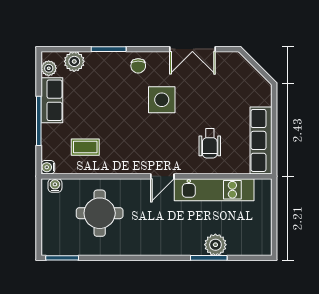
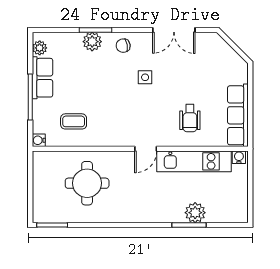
plant: (74, 61) -> (92, 42), moved
chair: (138, 66) -> (123, 46), turned 80
side table: (162, 100) -> (145, 77), width x0.54, depth x0.54
water cooler: (55, 185) -> (239, 157), moved

